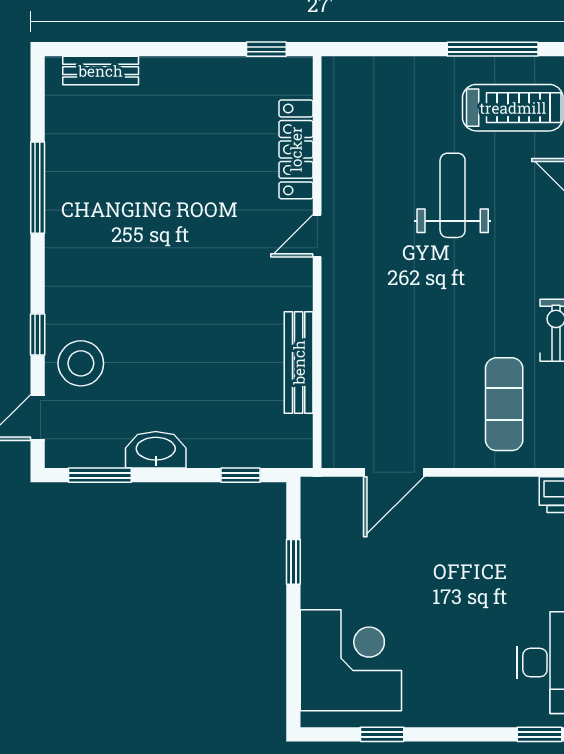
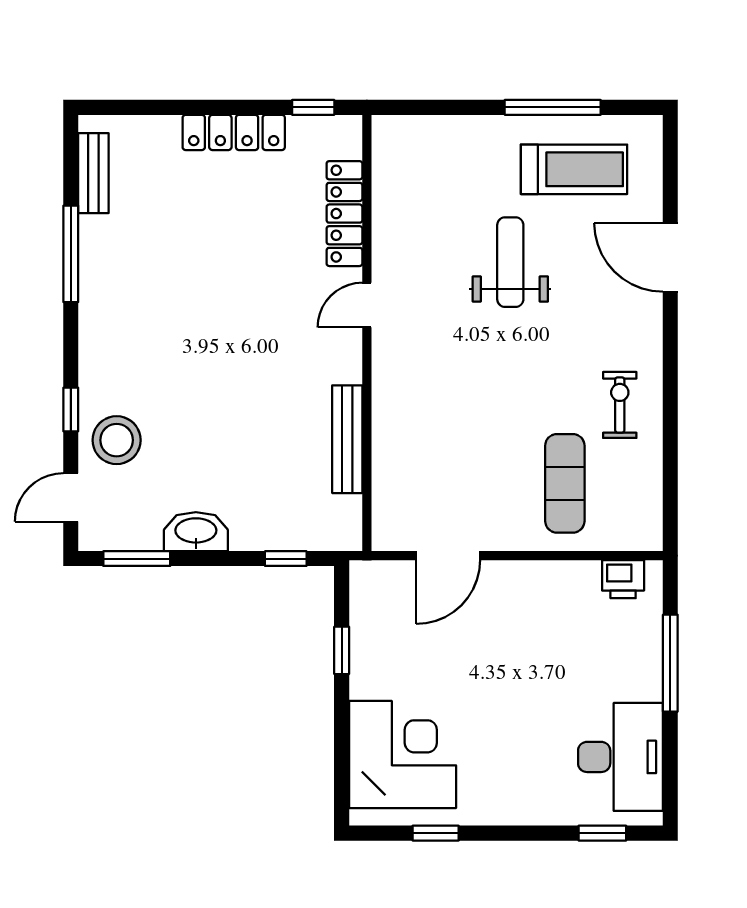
bench: (101, 71) -> (93, 173), moved, turned 90
locker: (191, 73) -> (234, 132), added

